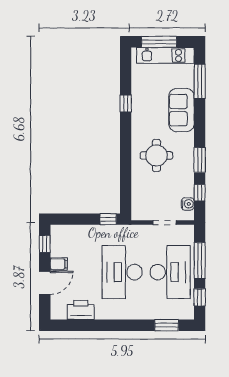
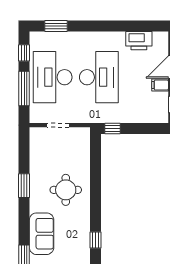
window: (200, 193) -> (24, 154), removed
water cooler: (188, 204) -> (36, 143), removed

